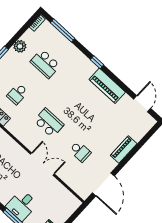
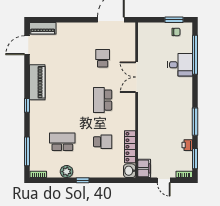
school desk: (45, 64) -> (62, 142), turned -90
piano: (124, 149) -> (43, 28), moved

